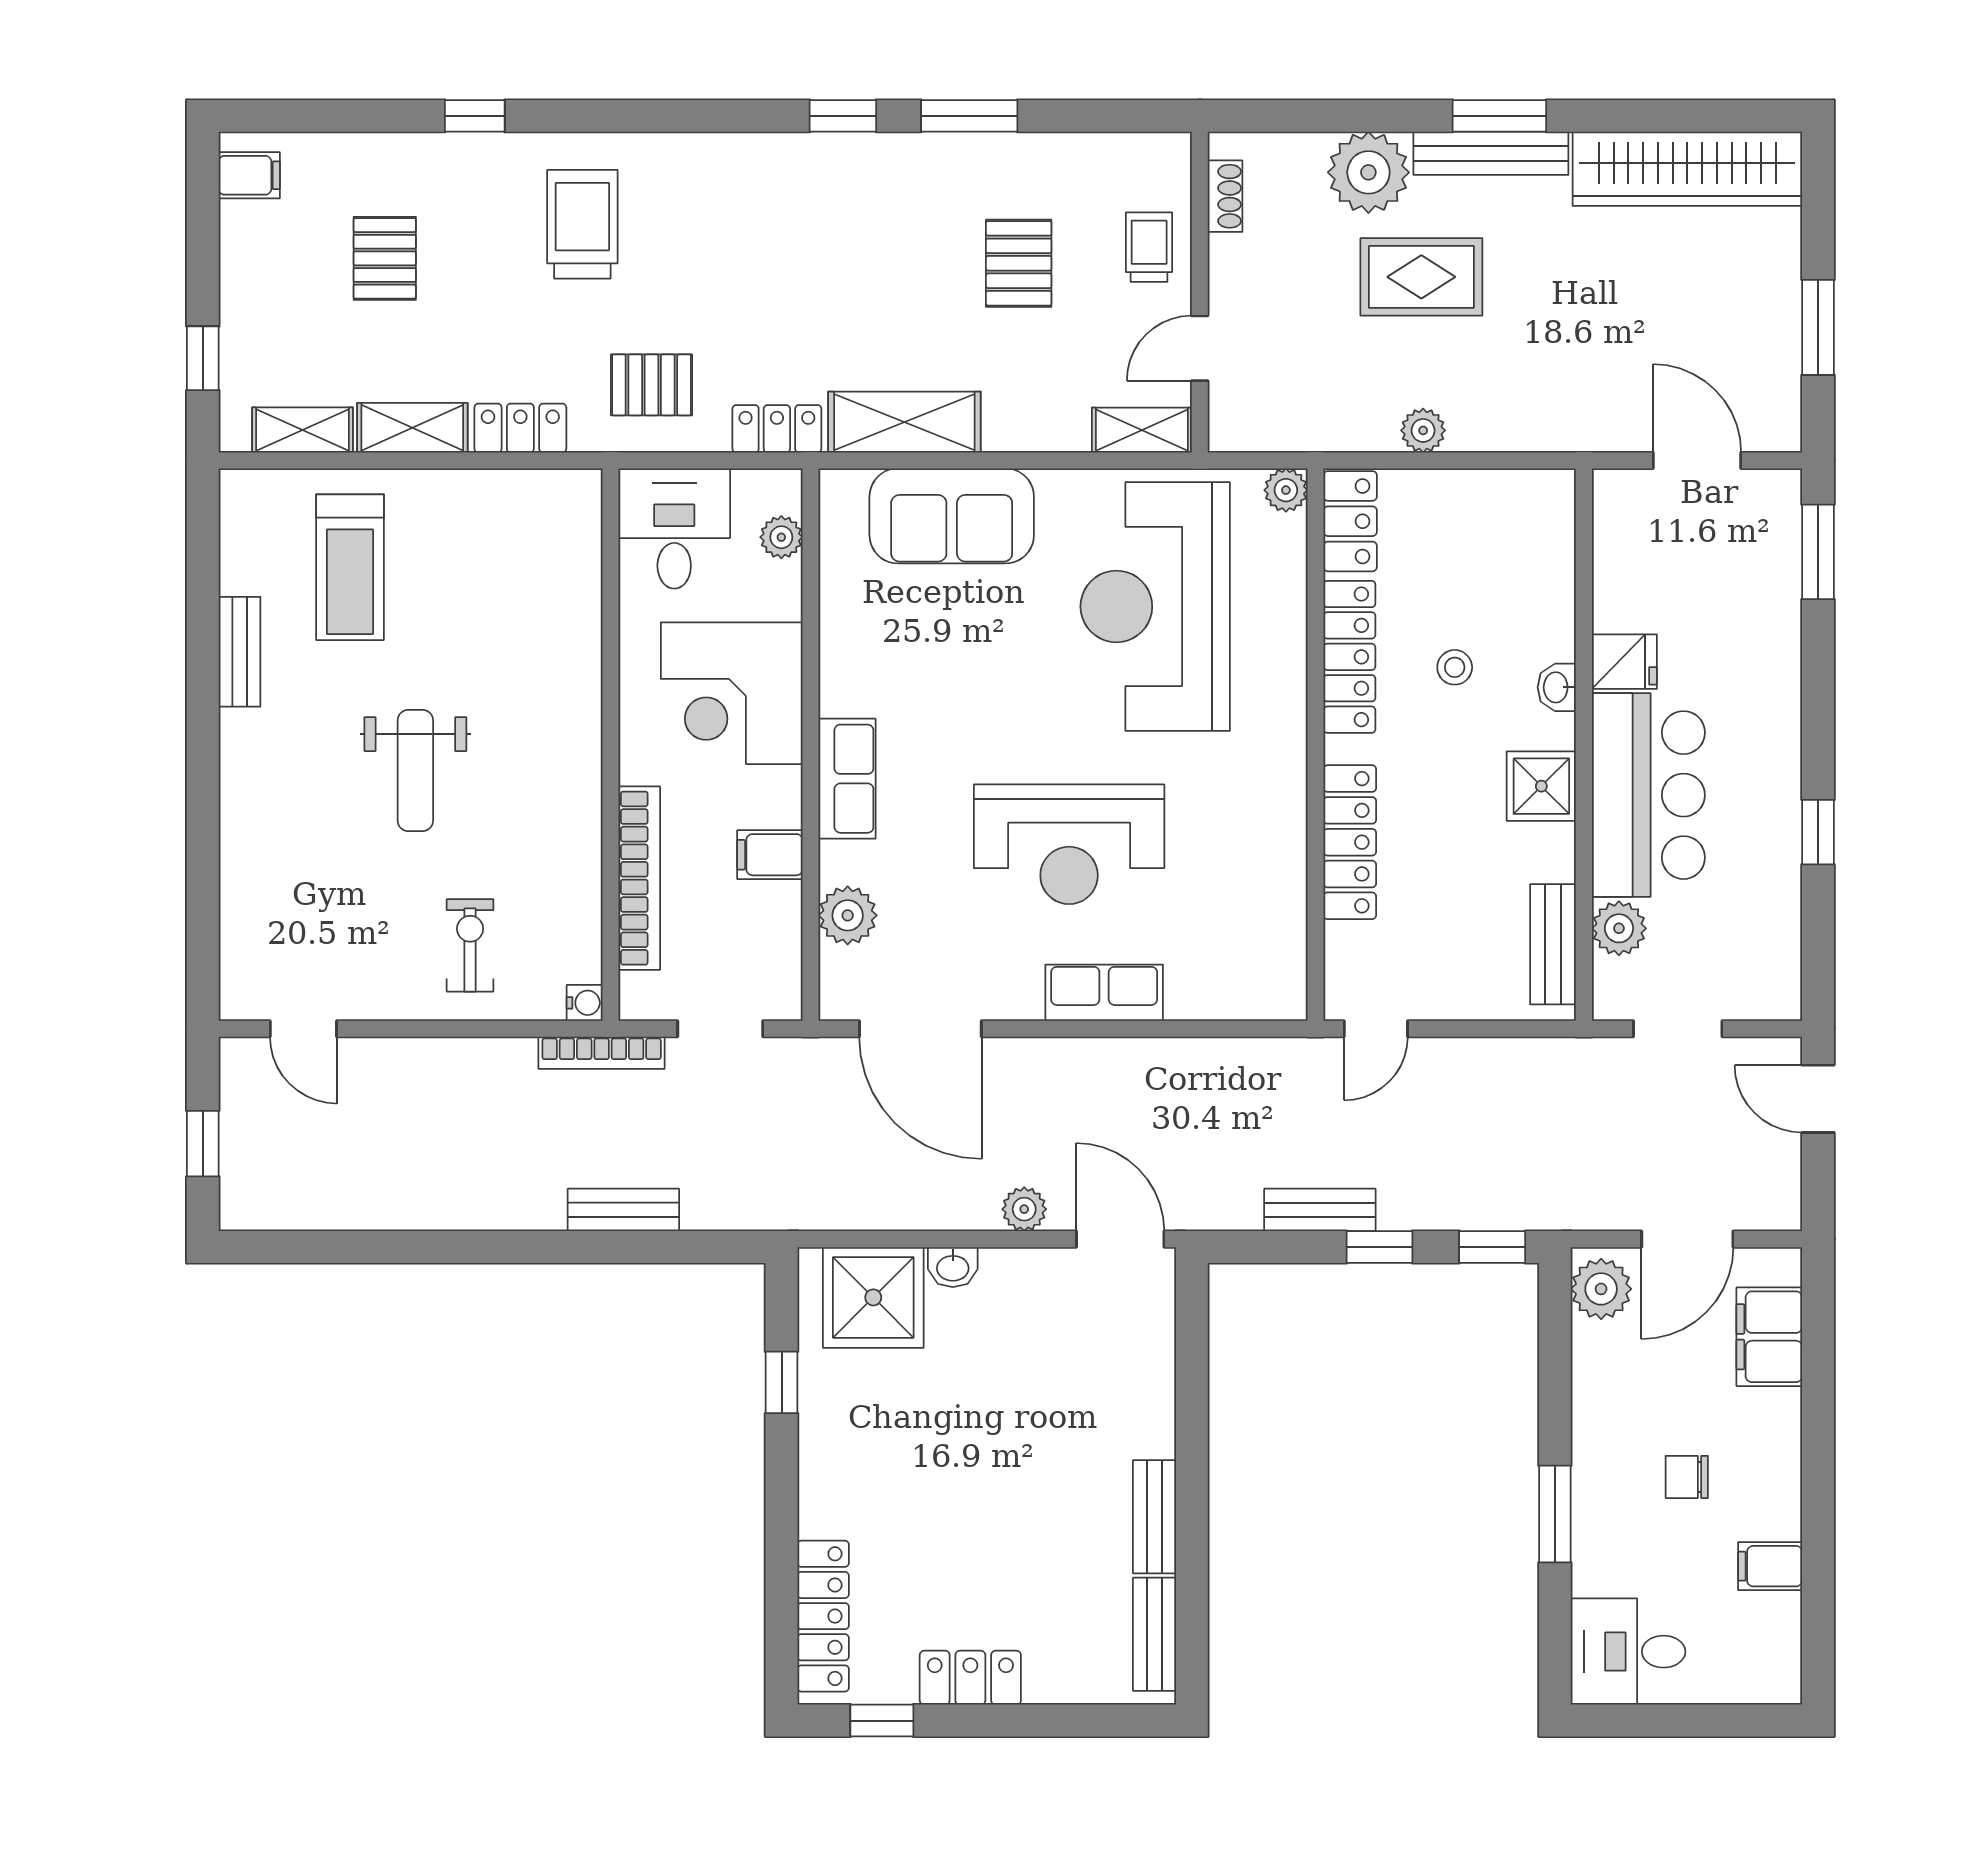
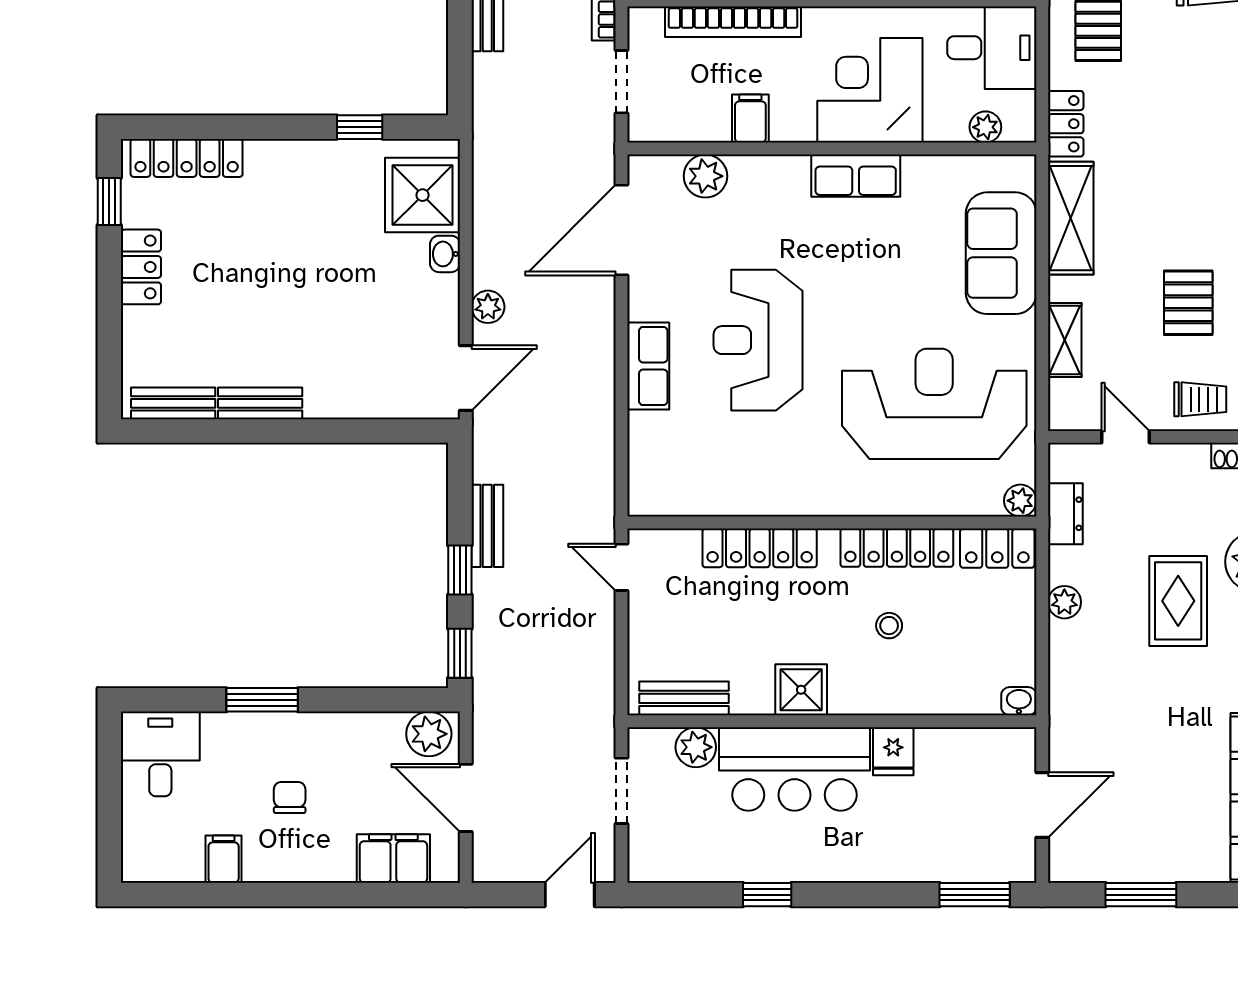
pallet: (1019, 263) -> (1188, 303), turned 90
dresser: (1304, 429) -> (1065, 514), added
shelving: (1142, 430) -> (1065, 340), moved
washbasin: (1557, 687) -> (1019, 701), moved
row of seats: (847, 779) -> (856, 176), moved

